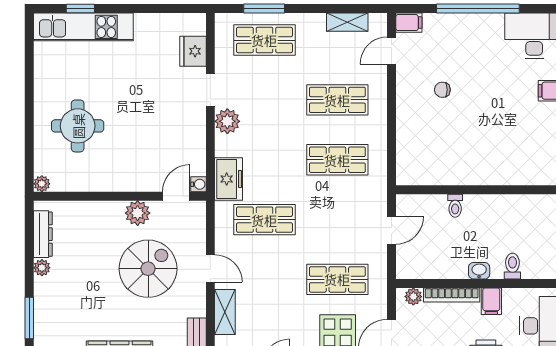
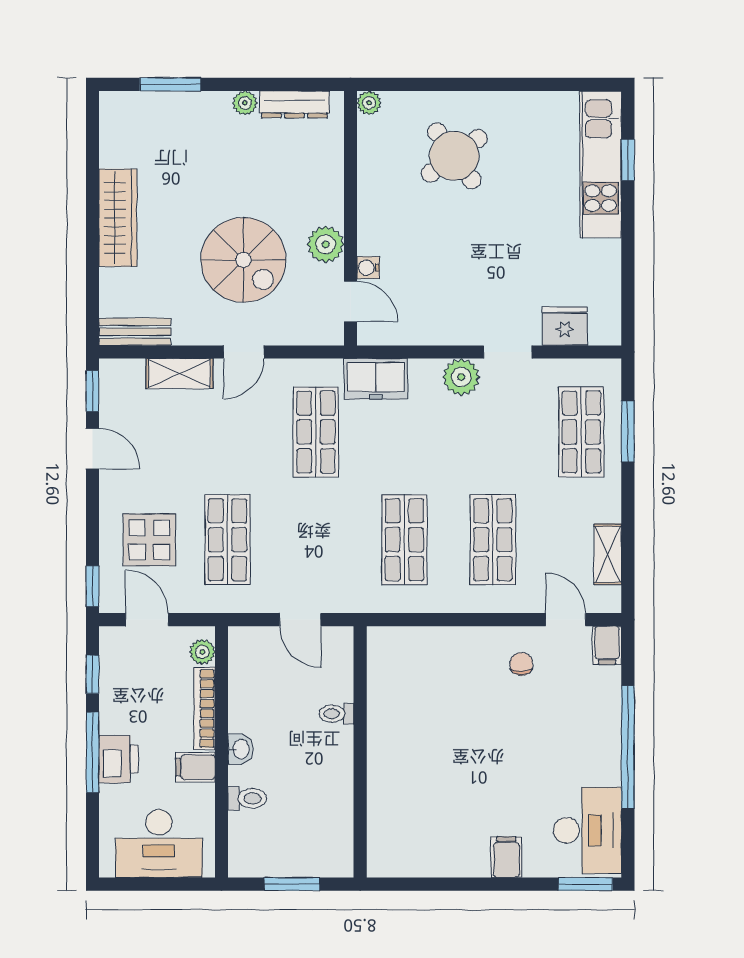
chair: (442, 90) -> (521, 664), moved
round table: (78, 126) -> (454, 156), turned -36
water cooler: (198, 184) -> (368, 268), moved, turned 90

